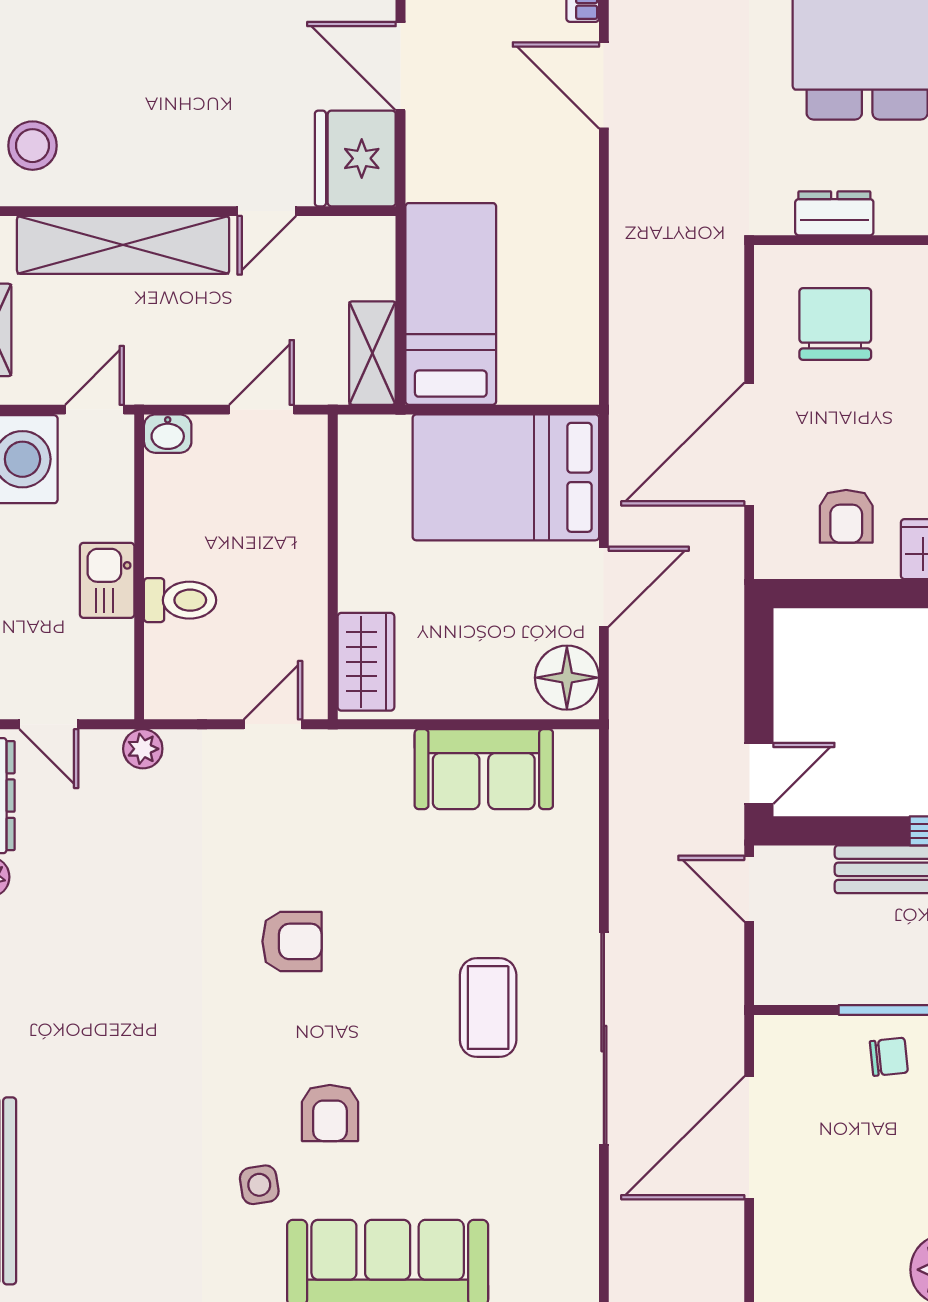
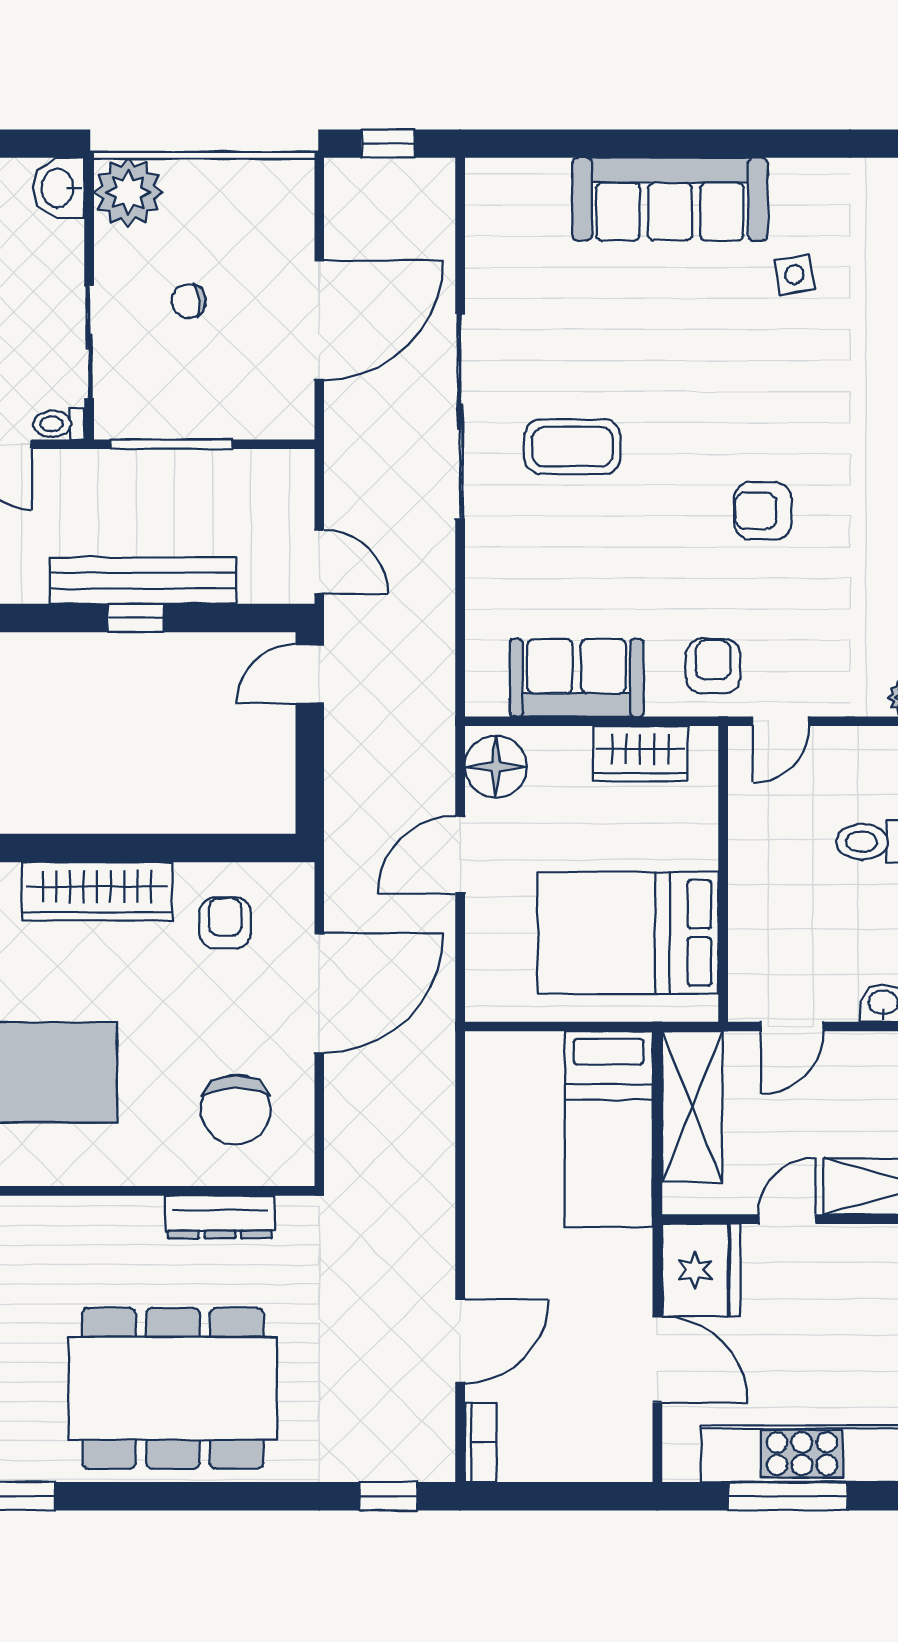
door: (604, 85) -> (460, 1341), hinge flipped
dresser: (834, 213) -> (220, 1217), width x1.44
shelving: (372, 353) -> (692, 1107), width x1.50, depth x1.33
bed: (506, 477) -> (628, 933), moved, turned 180
wardrobe: (366, 662) -> (640, 753), moved, turned -90
coffee table: (488, 1008) -> (572, 447), turned 90
chair: (889, 1057) -> (189, 301), moved
armchair: (330, 1113) -> (713, 666), moved

